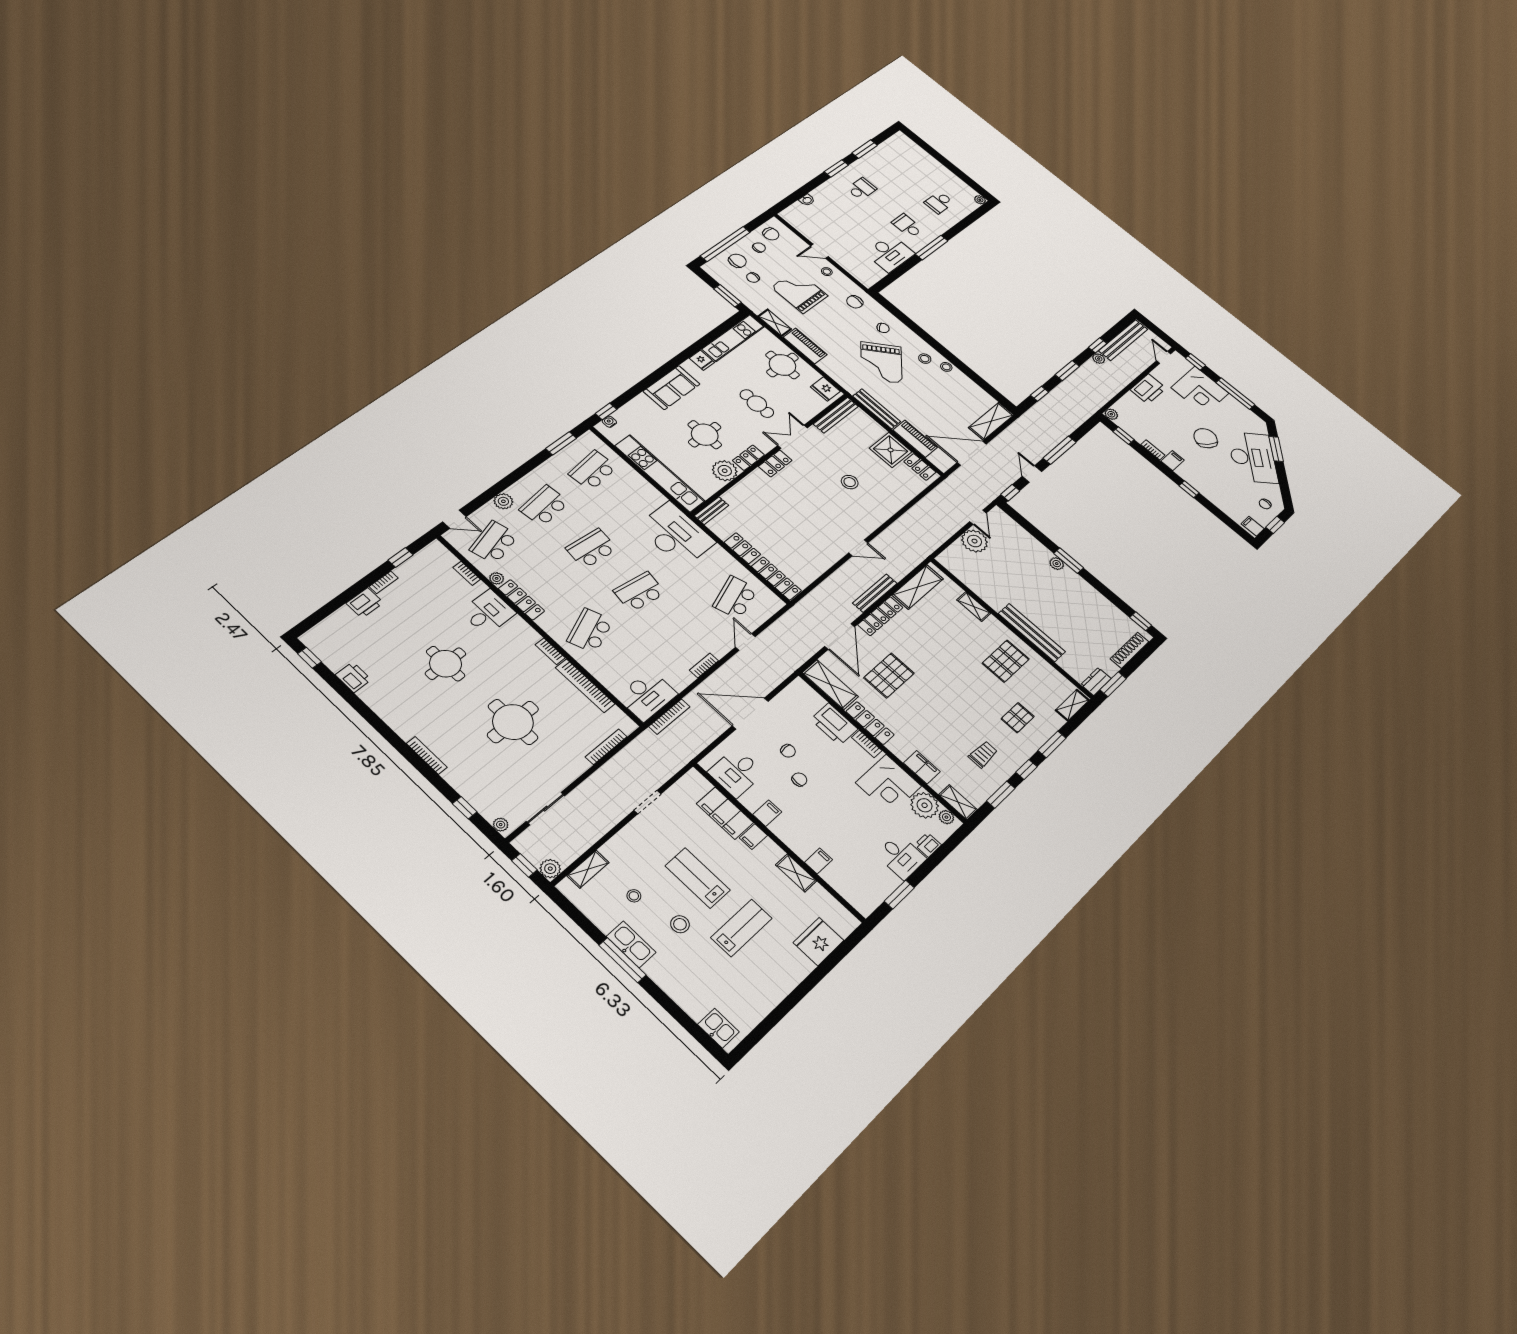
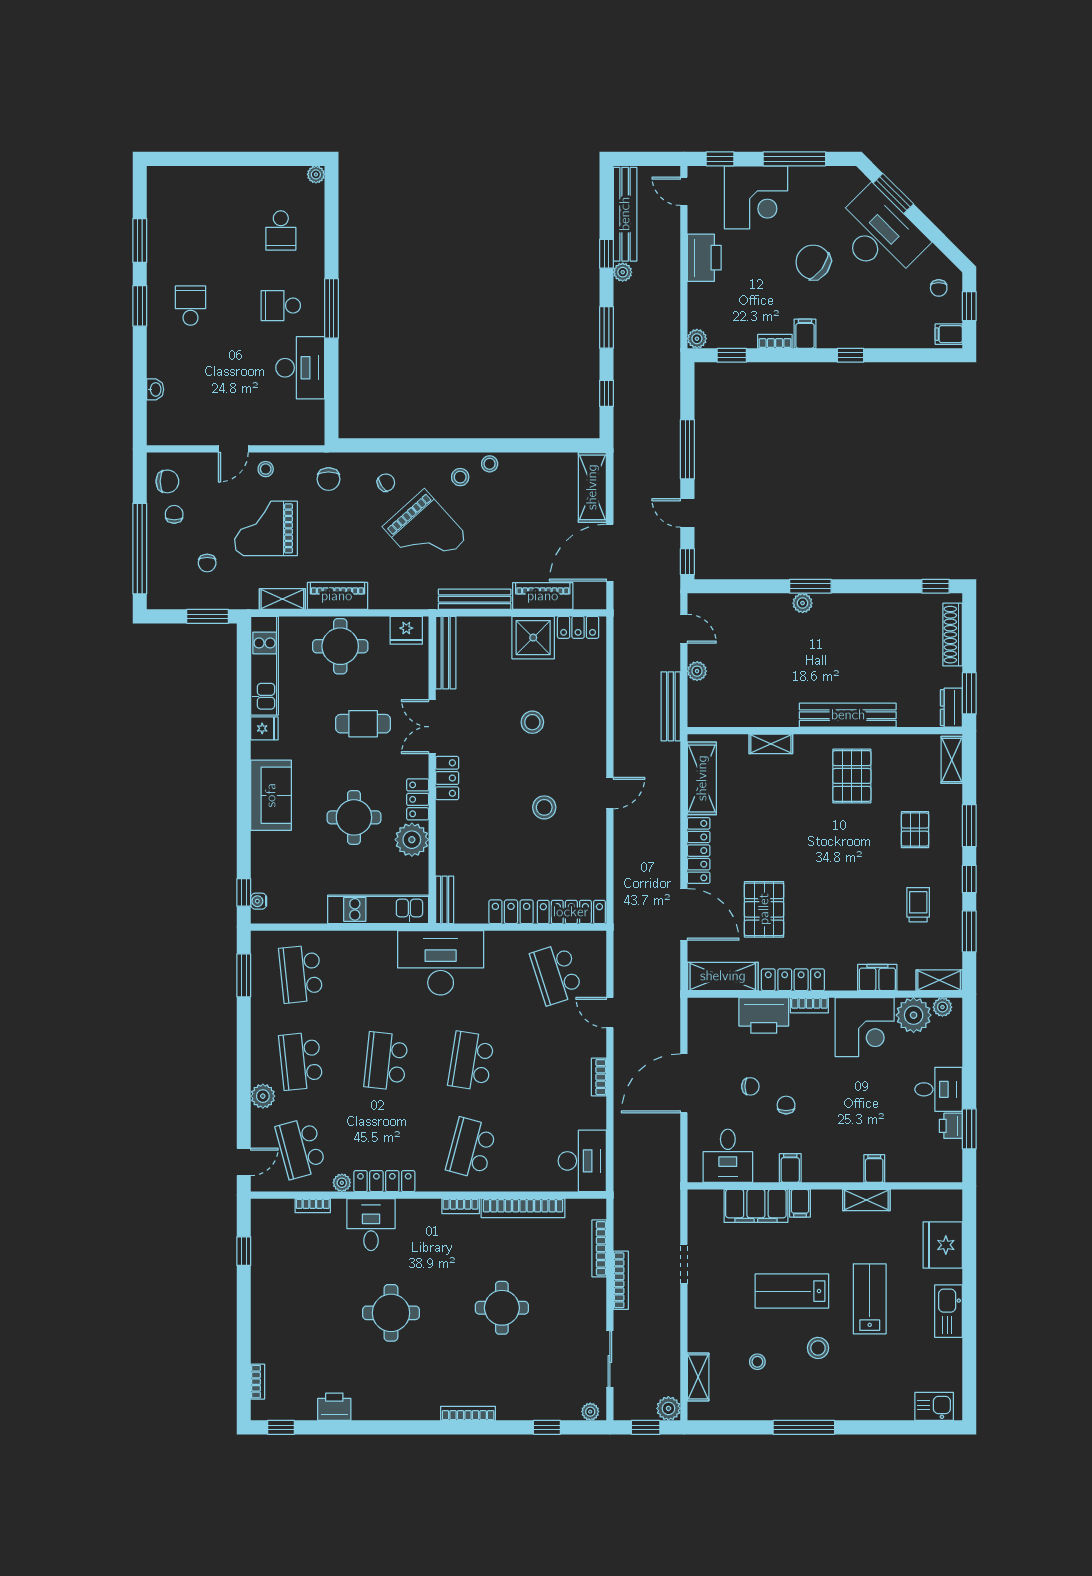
chair: (737, 261) -> (172, 558), removed
kitchen unit: (660, 473) -> (378, 909), width x0.73
stool: (814, 522) -> (544, 807), added
plant: (975, 541) -> (697, 671), width x0.53, depth x0.53
bookcase: (384, 582) -> (258, 1382), moved
bench: (875, 593) -> (671, 706), moved
printer: (365, 603) -> (265, 1328), removed
school desk: (590, 631) -> (471, 1148), turned 36
bookcase: (669, 717) -> (621, 1280), moved
round table: (513, 722) -> (502, 1308), width x0.73, depth x0.73
printer: (928, 845) -> (951, 1126), moved
kitchen sink: (631, 944) -> (949, 1311), moved, turned -90

